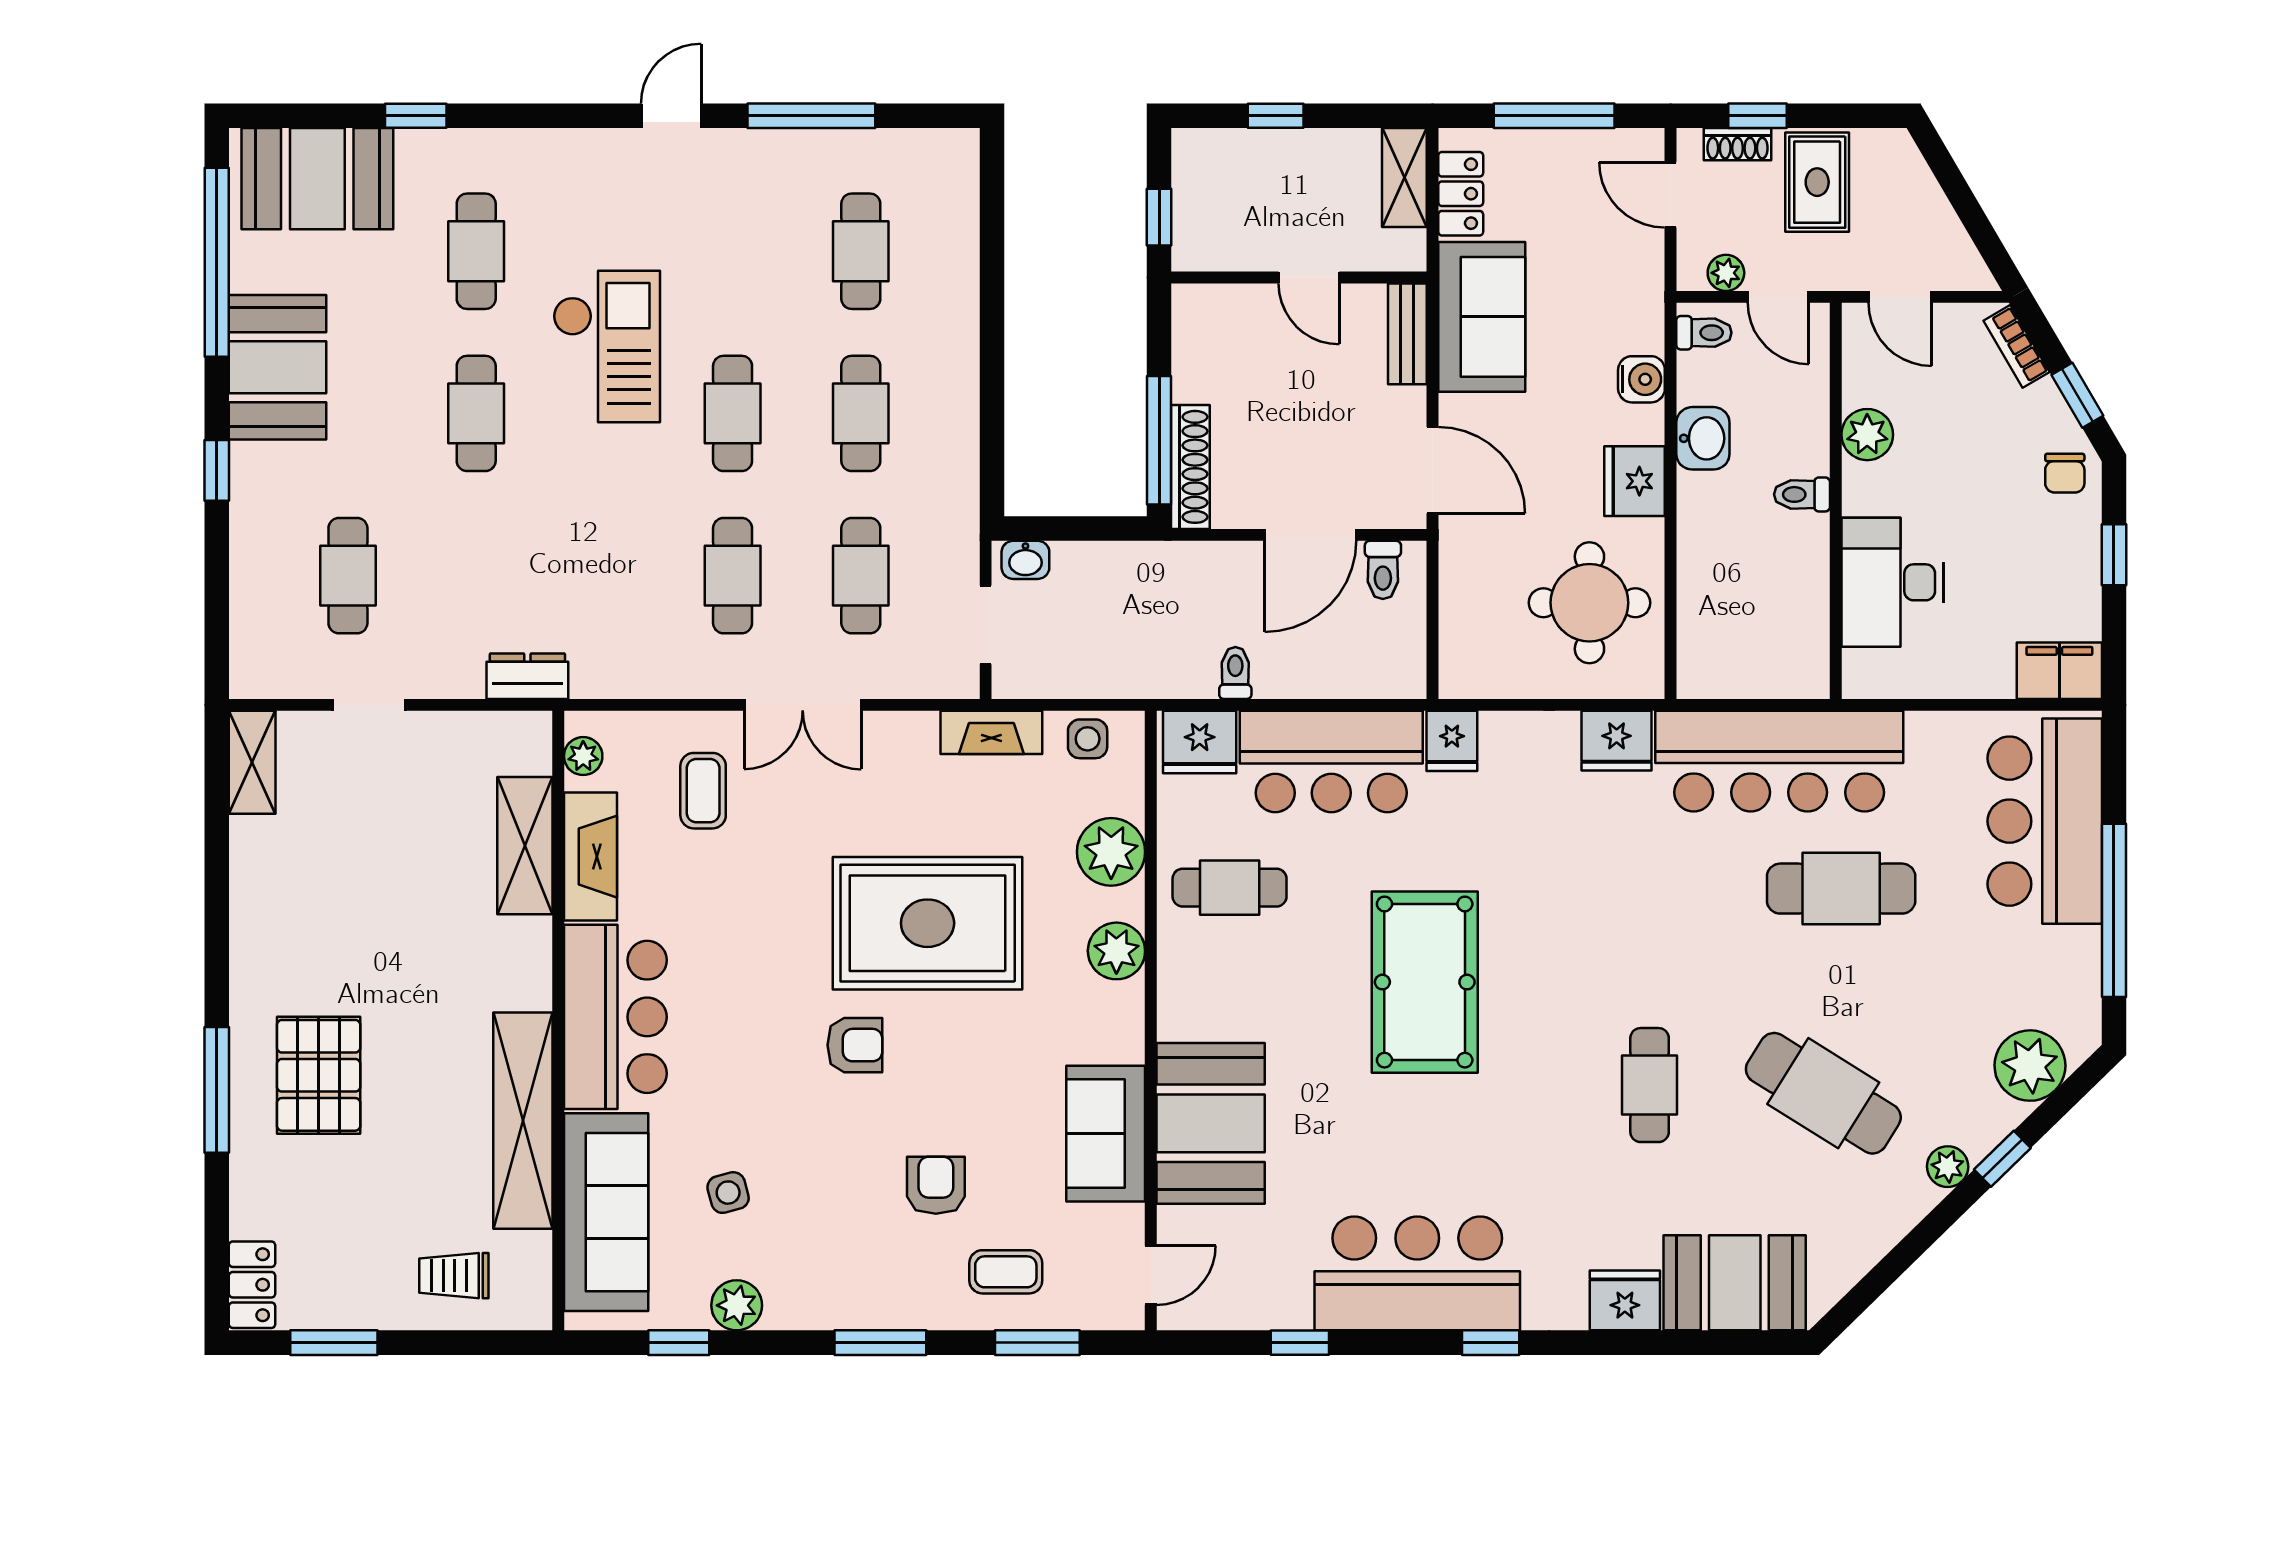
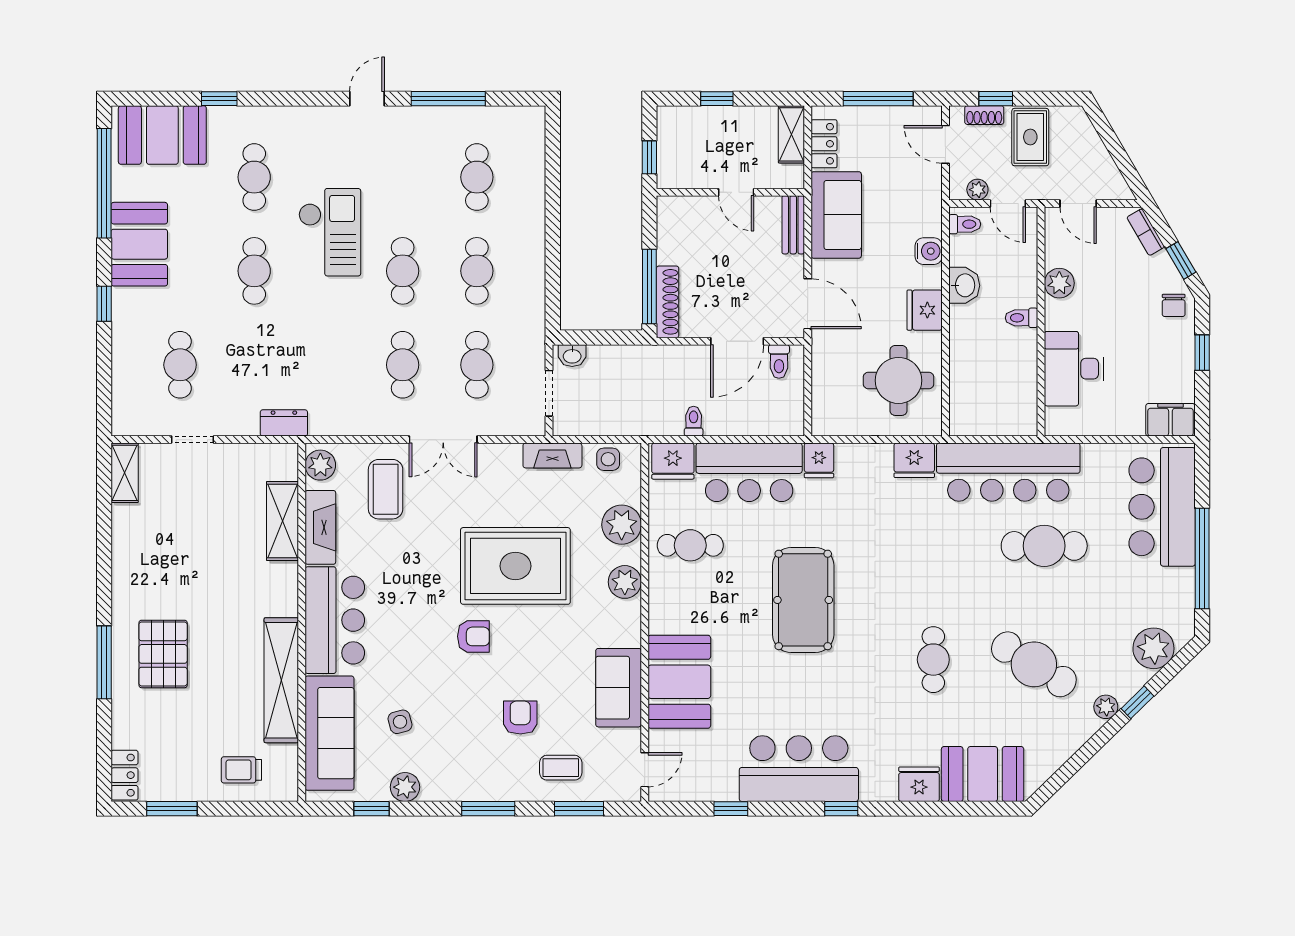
plant: (583, 756) -> (320, 465), width x1.38, depth x1.38
coffee table: (703, 791) -> (386, 489), width x1.36, depth x1.30

